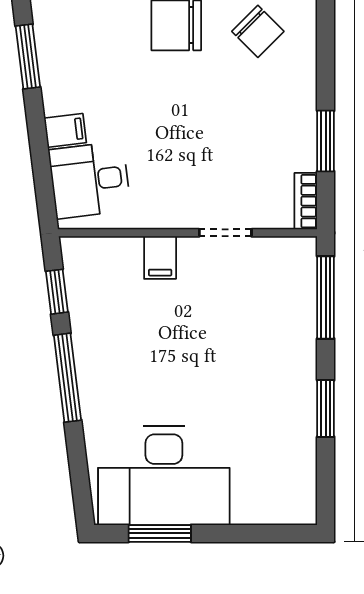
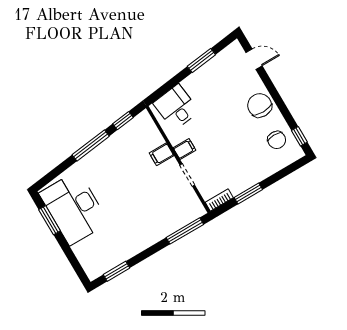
chair: (258, 31) -> (277, 140), turned -45
window: (28, 57) -> (201, 60), moved
filing cabinet: (65, 130) -> (184, 149), moved, turned -83
window: (326, 408) -> (117, 271), moved

